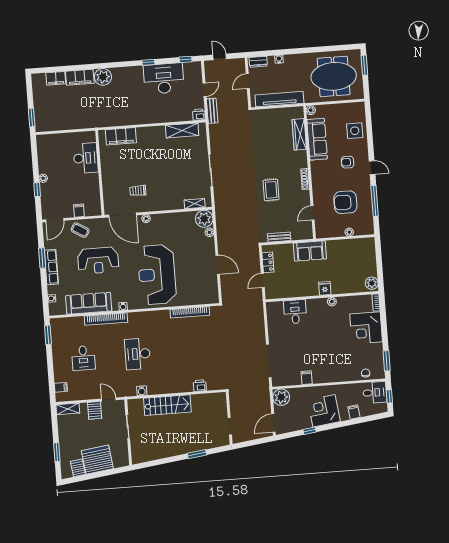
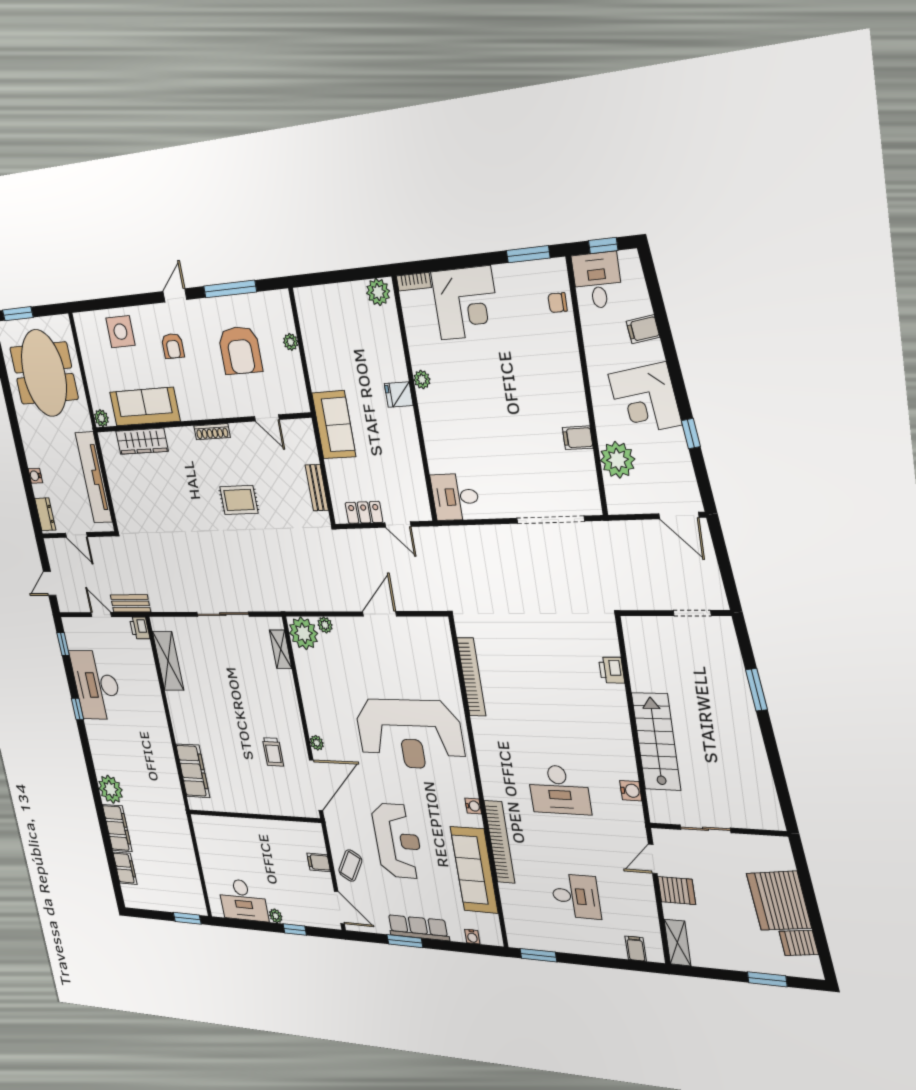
desk: (86, 158) -> (243, 900), moved, turned 180
desk: (295, 312) -> (455, 497), moved
plant: (281, 397) -> (618, 460), moved

